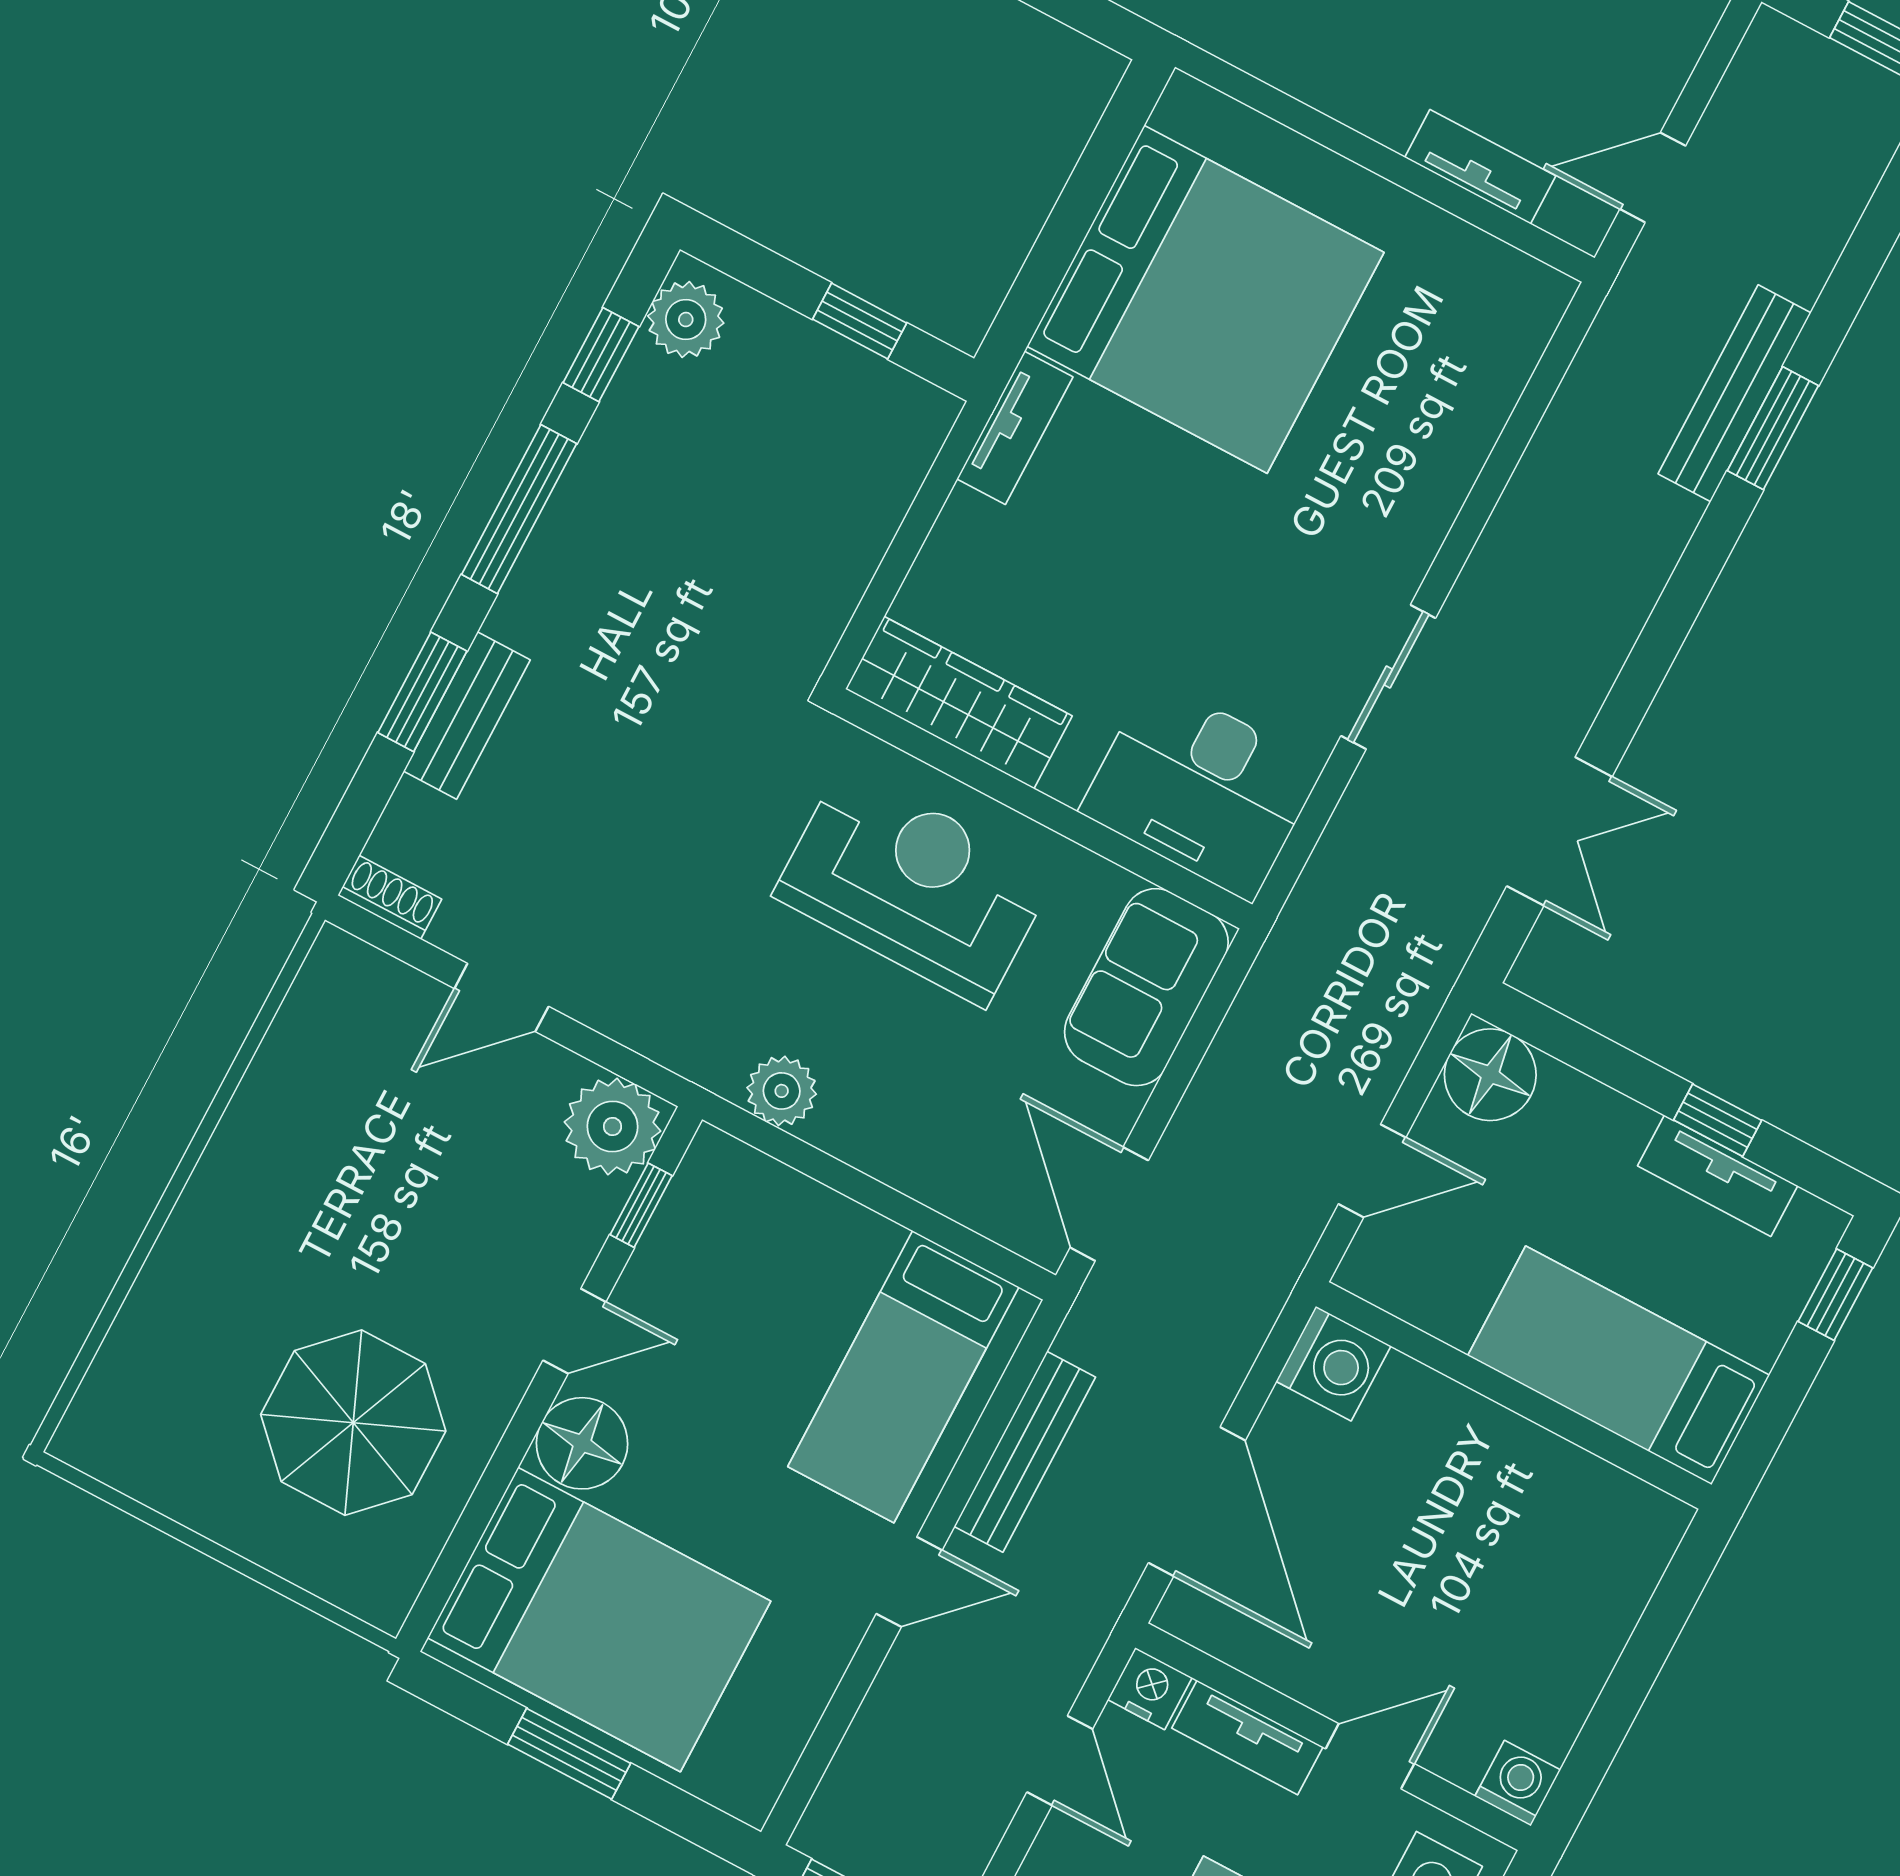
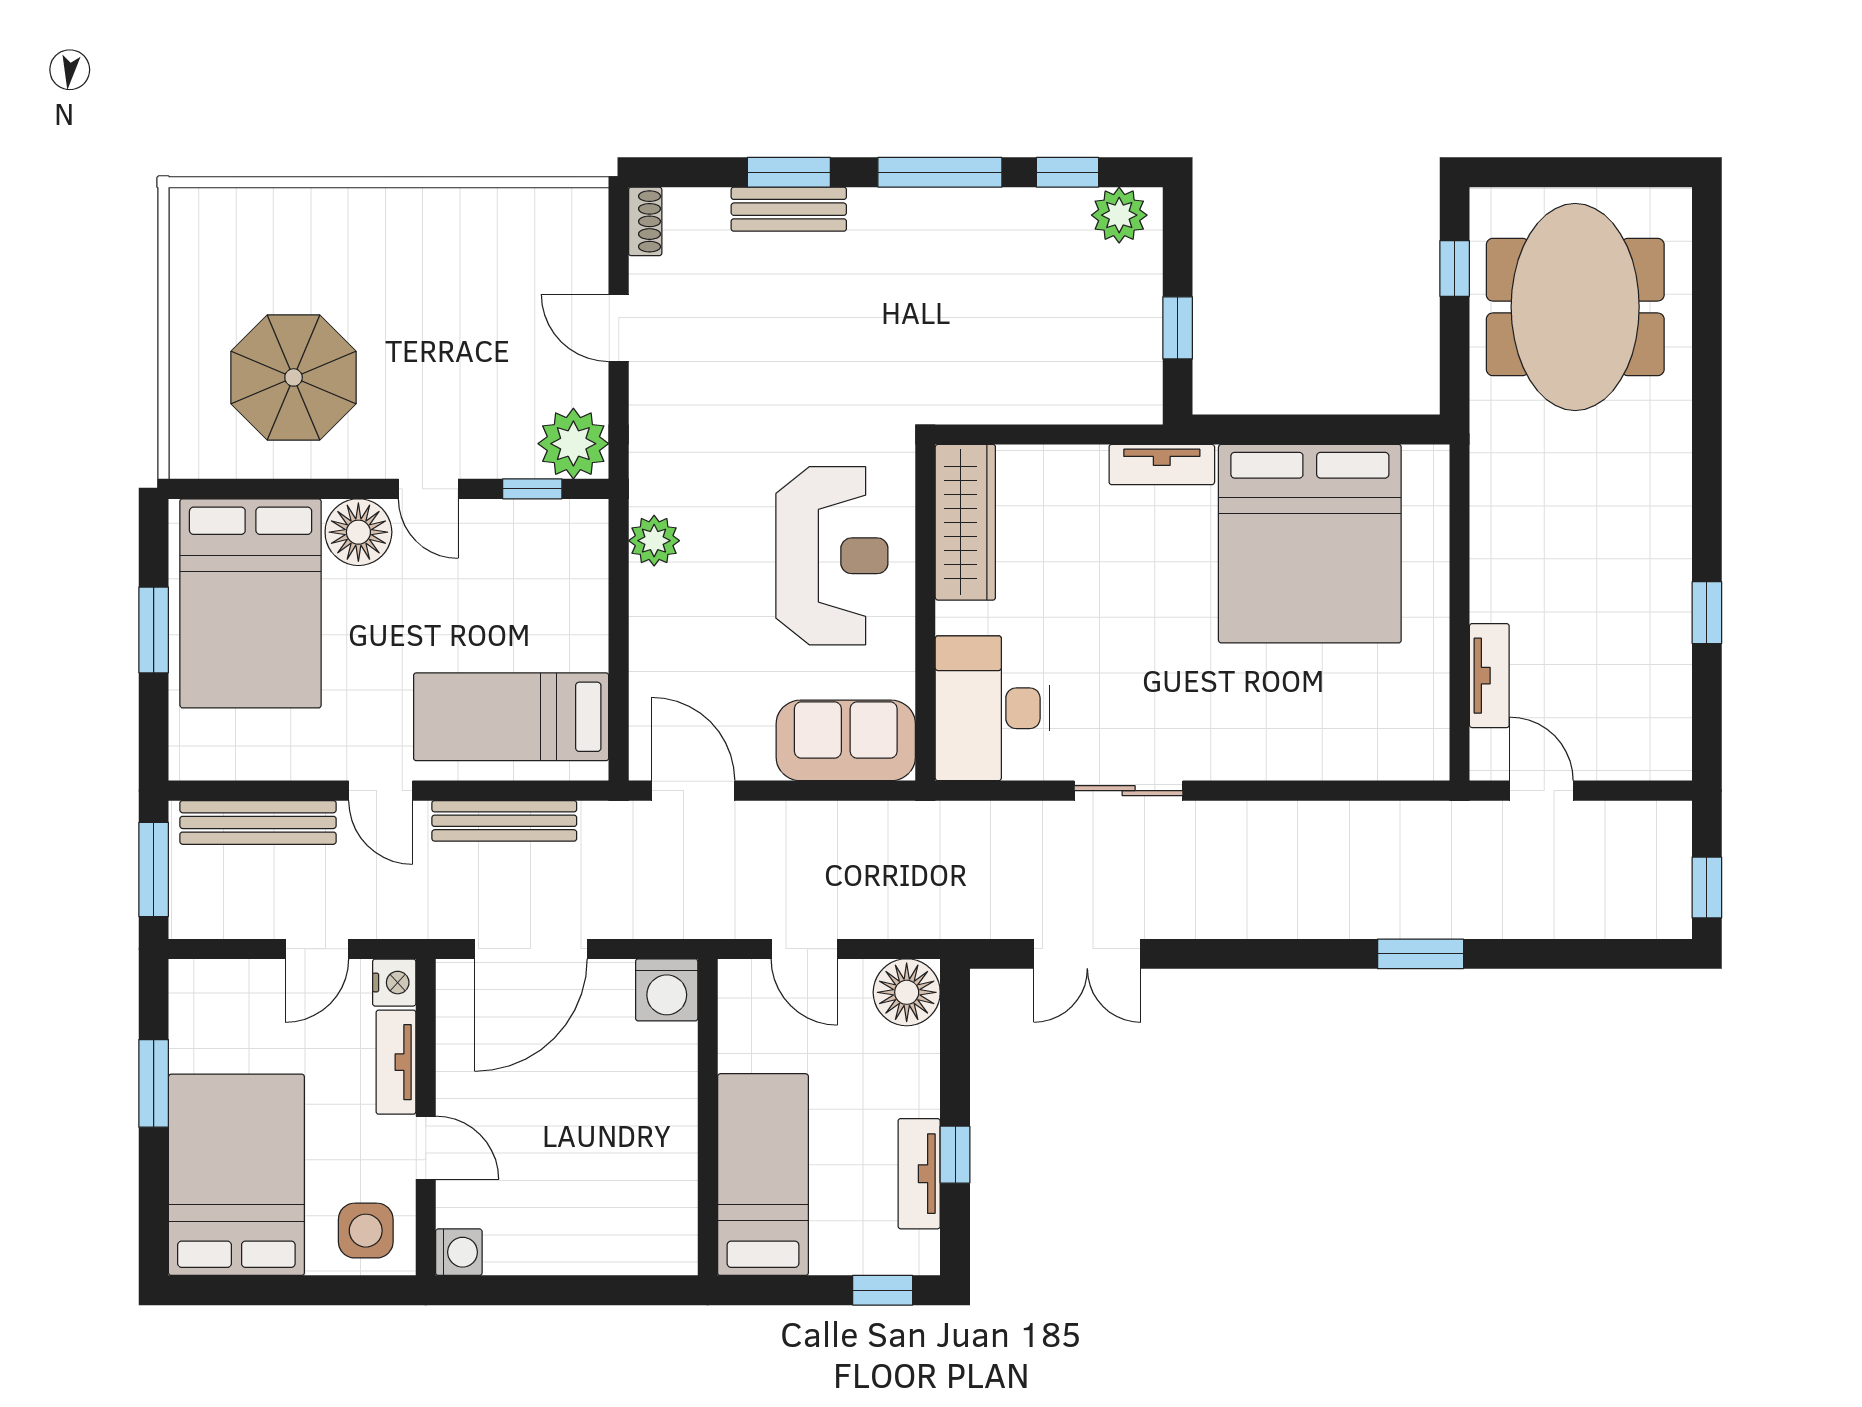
bench: (1735, 393) -> (258, 822), moved
door: (1109, 1204) -> (693, 791), hinge flipped

